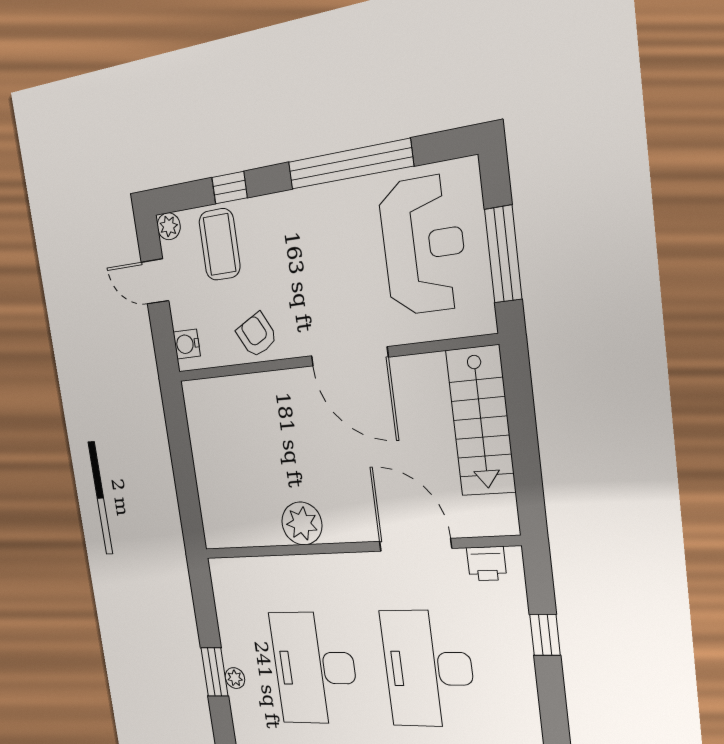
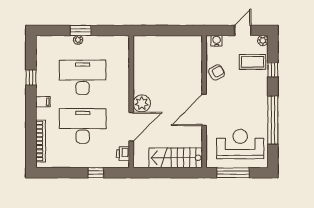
reception desk: (423, 245) -> (240, 144), turned 180
plant: (302, 523) -> (142, 103), moved

